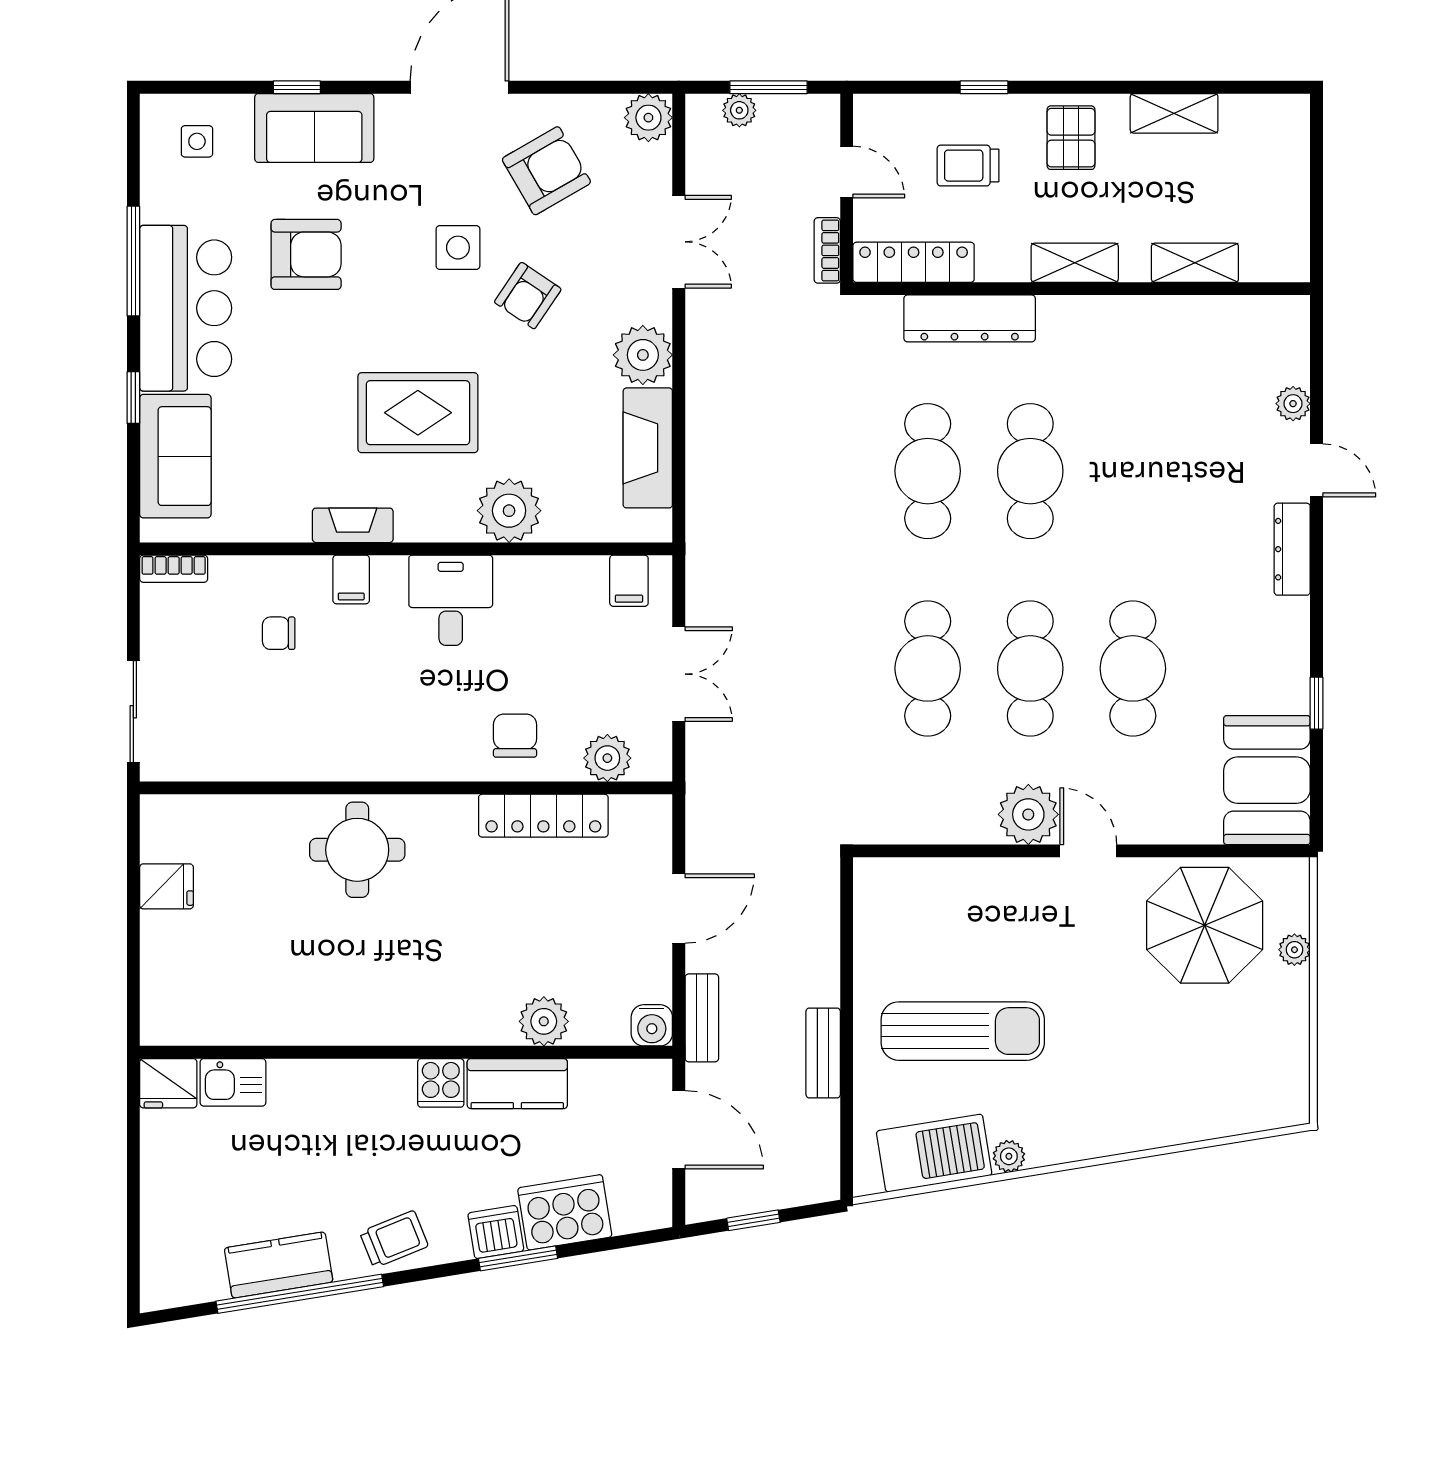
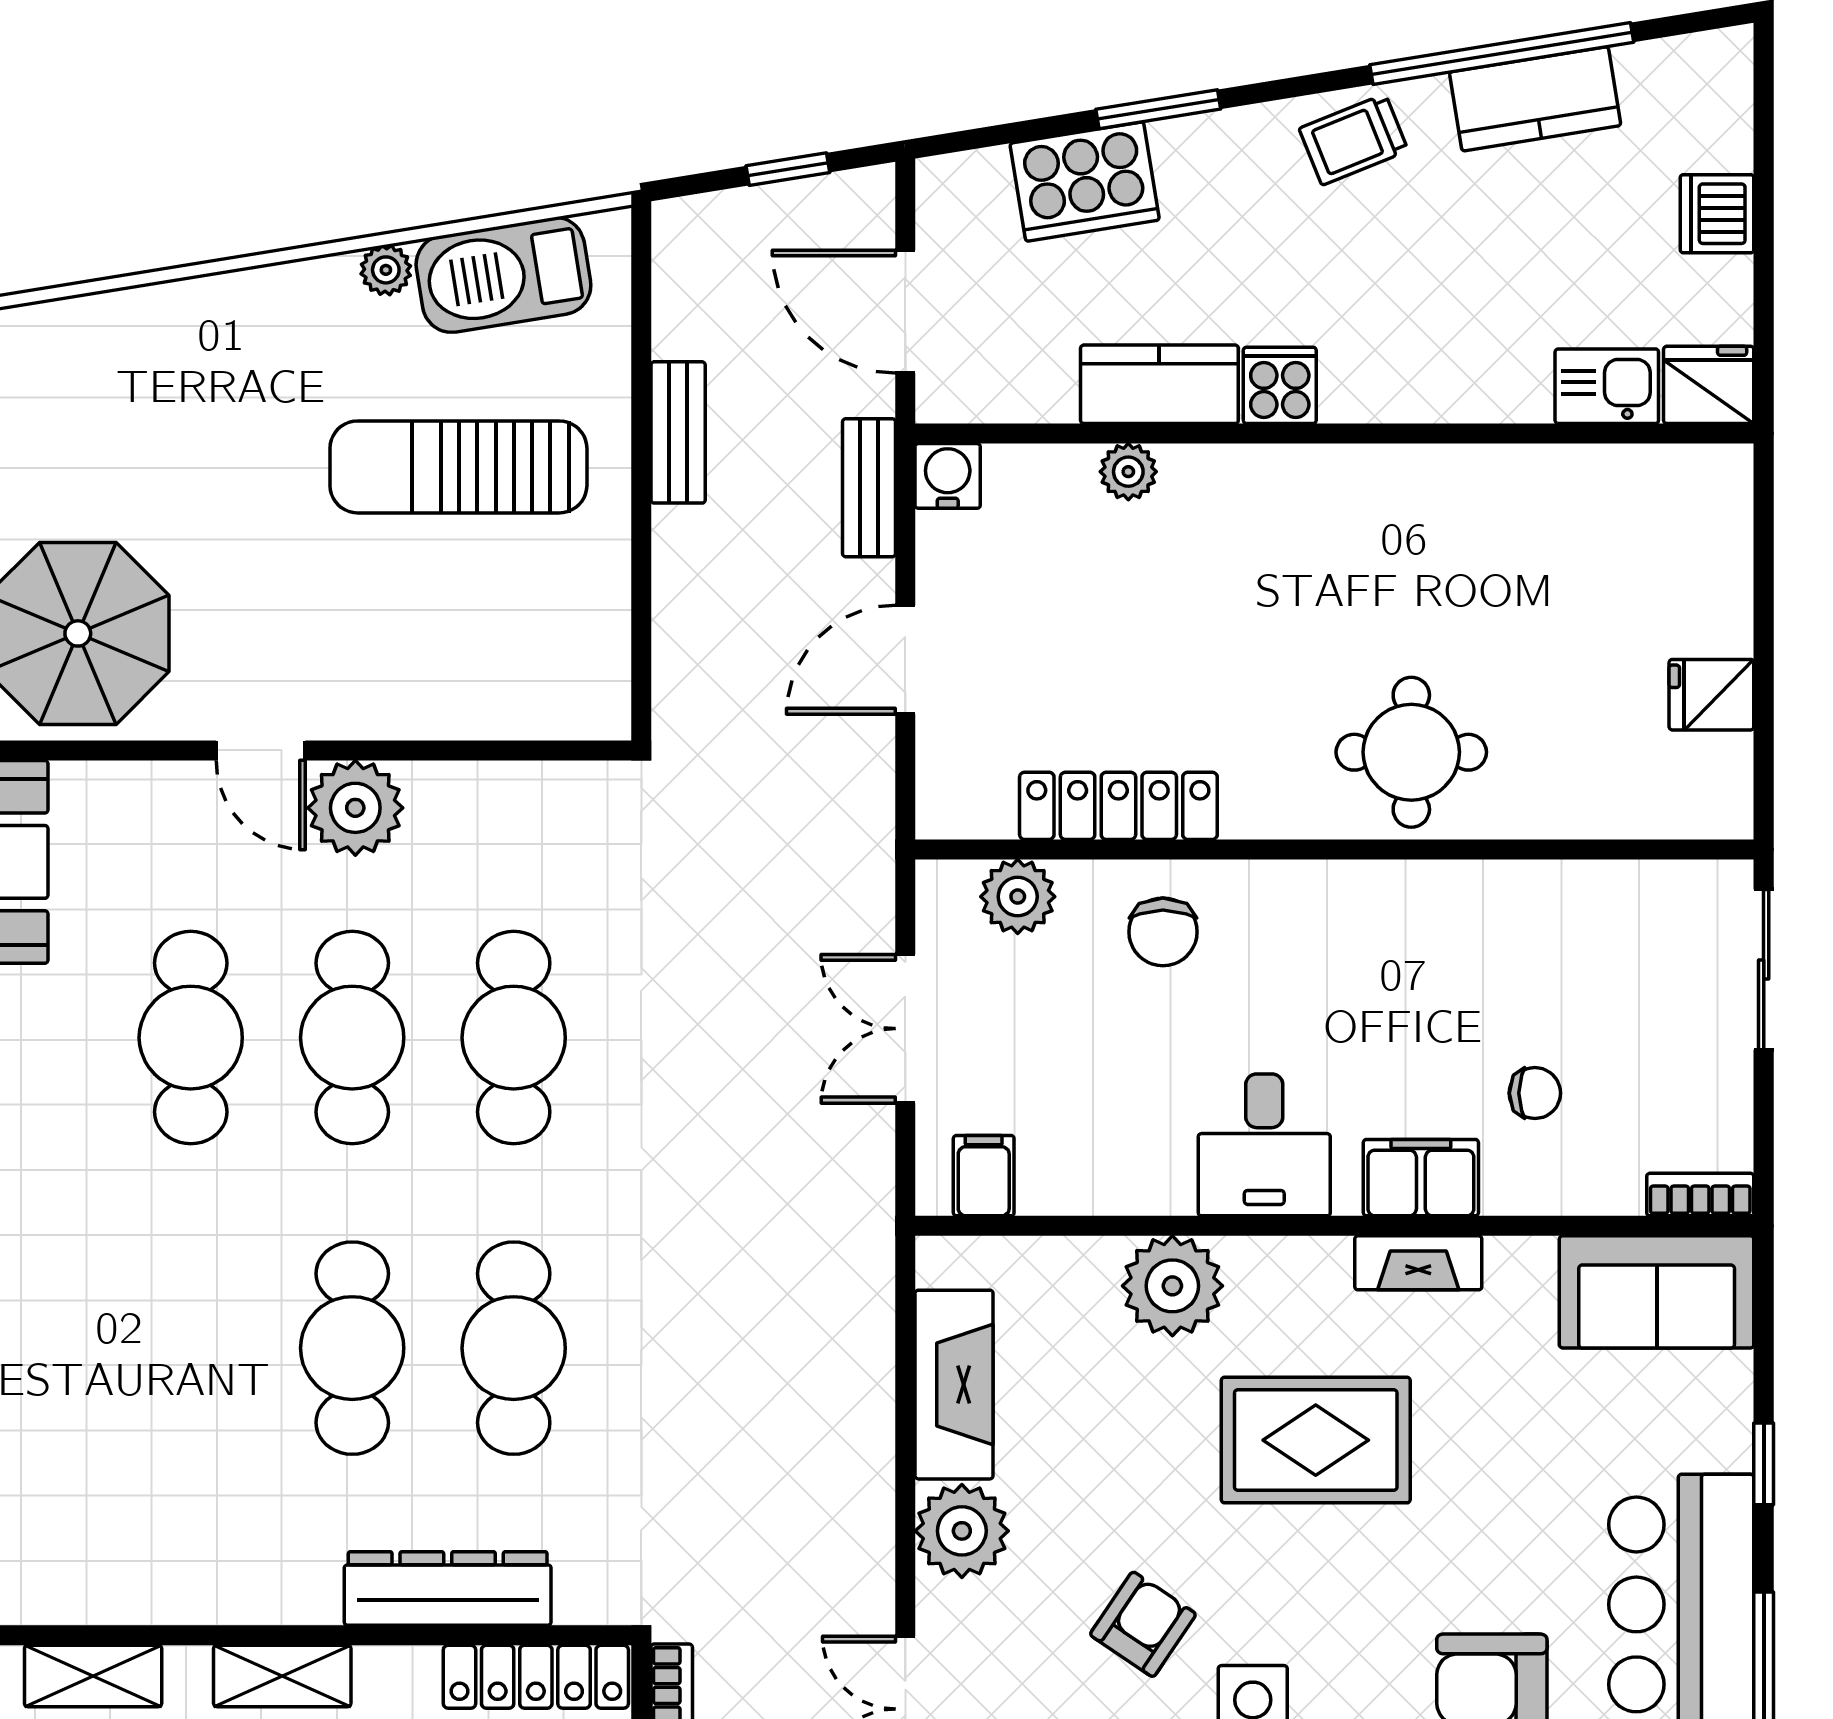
sofa: (175, 456) -> (1657, 1292), moved, turned -90
filing cabinet: (351, 579) -> (1421, 1178), width x2.00
plant: (544, 1021) -> (1128, 472), width x0.73, depth x0.73
dishwasher: (496, 1232) -> (1717, 214), moved, turned 99

